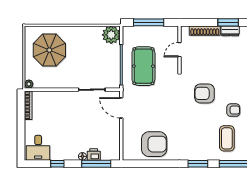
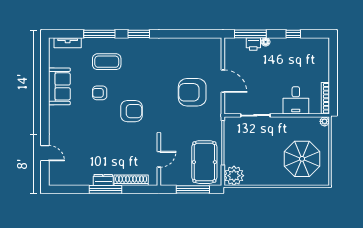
window: (228, 22) -> (105, 189), width x1.44
pool table: (143, 66) -> (204, 162), moved
door: (121, 108) -> (223, 81), moved
coffee table: (227, 138) -> (107, 62), turned 90
armchair: (154, 144) -> (192, 92), moved
desk: (38, 148) -> (296, 100), moved, turned 180

